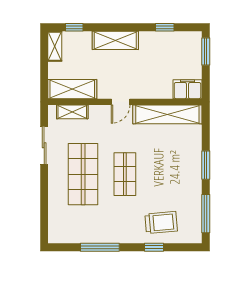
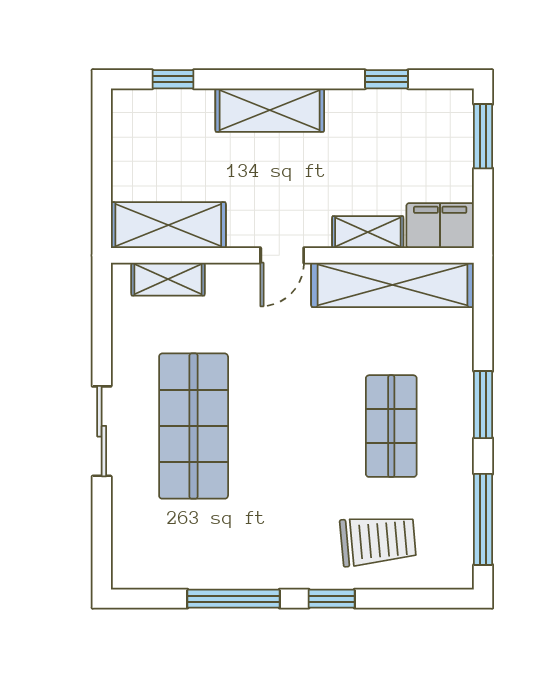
shelving: (55, 46) -> (368, 232), moved, turned 90
sliding door: (44, 145) -> (102, 431), moved
shop shelf: (125, 174) -> (391, 426), moved
window: (154, 247) -> (332, 599), moved

